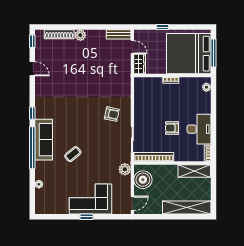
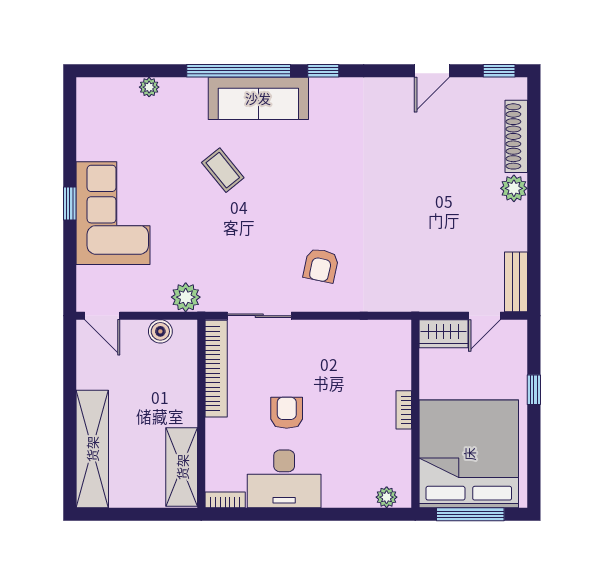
boiler: (143, 180) -> (160, 331), width x0.54, depth x0.54

